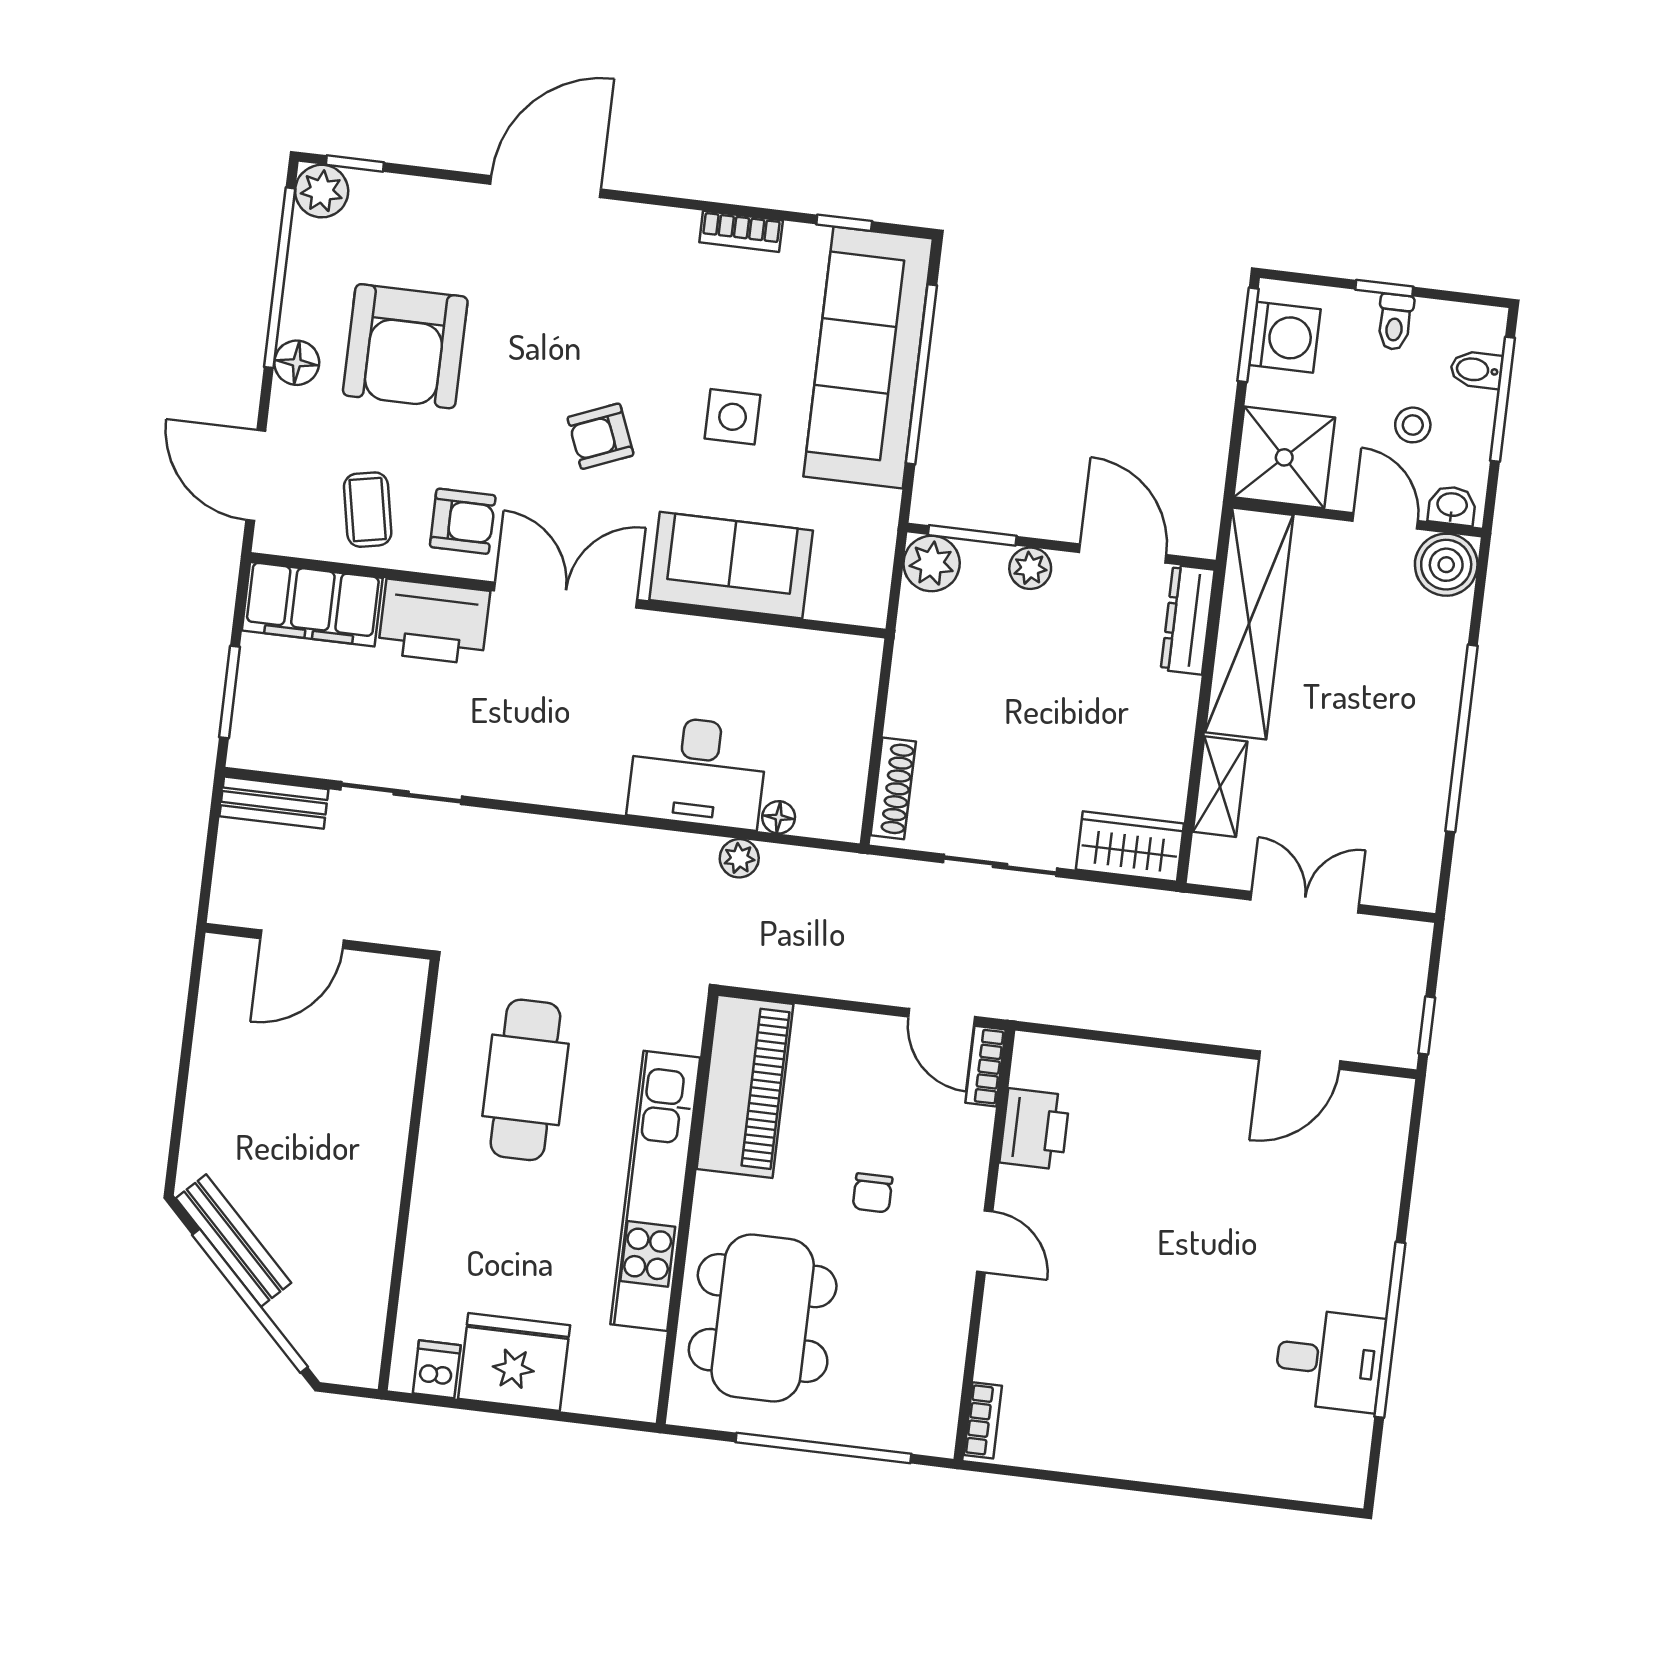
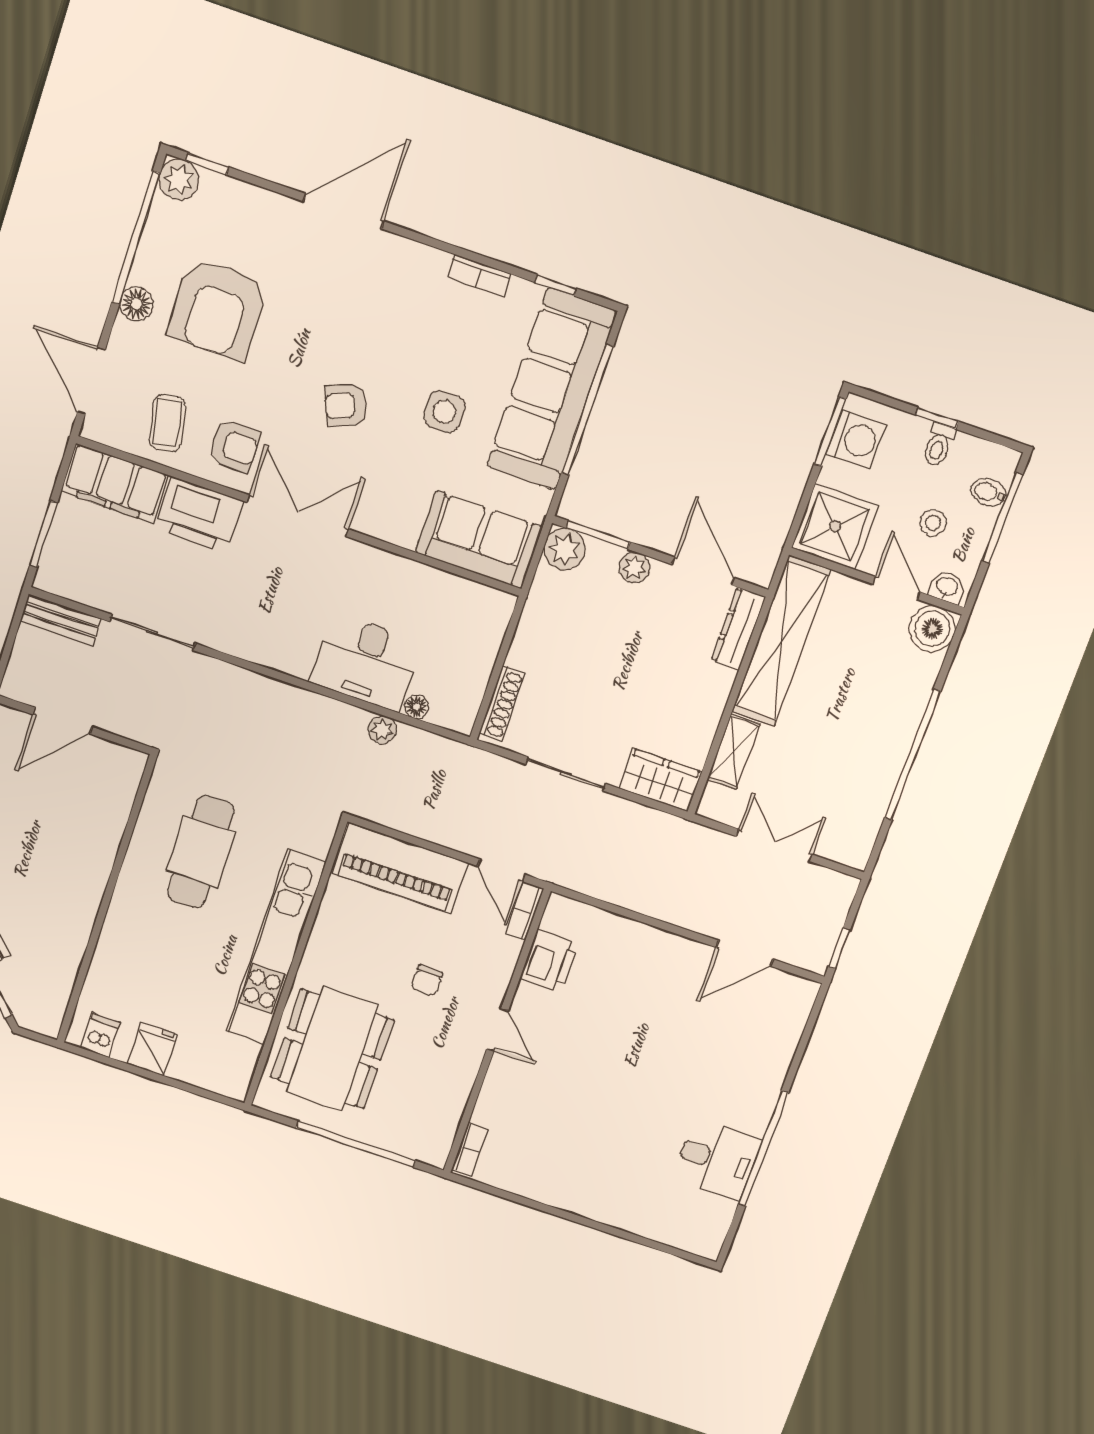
sofa: (731, 565) -> (479, 540), moved
piano: (745, 1086) -> (400, 868), moved, turned 90
fridge: (514, 1362) -> (152, 1049), width x0.53, depth x0.75

